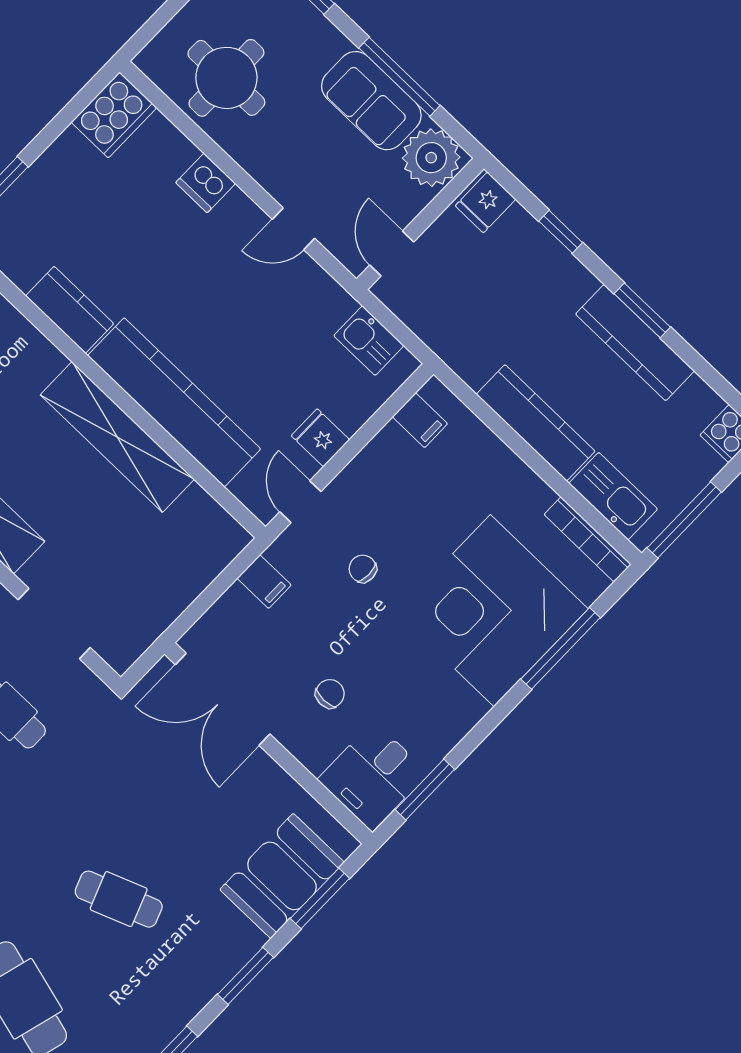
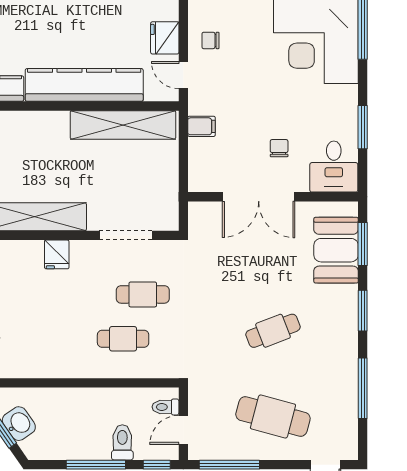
shelving: (117, 437) -> (123, 125), moved
fridge: (320, 438) -> (165, 38), width x1.38
chair: (363, 569) -> (210, 40), moved
double door: (223, 699) -> (259, 197), moved
window: (425, 789) -> (363, 127), moved

